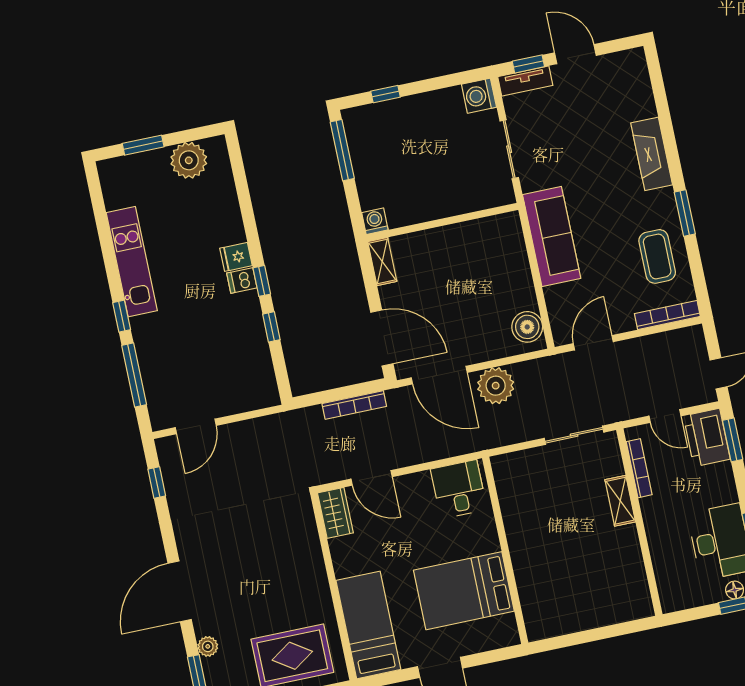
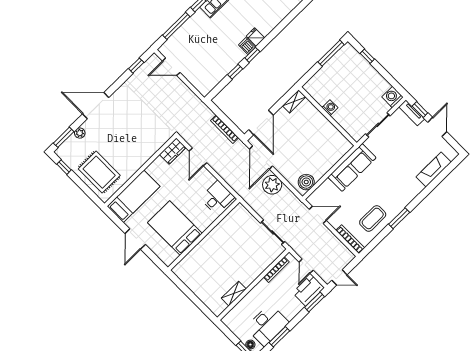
fireplace: (652, 154) -> (434, 170), moved
washing machine: (375, 221) -> (330, 108), moved
shelving: (620, 501) -> (234, 294), moved

